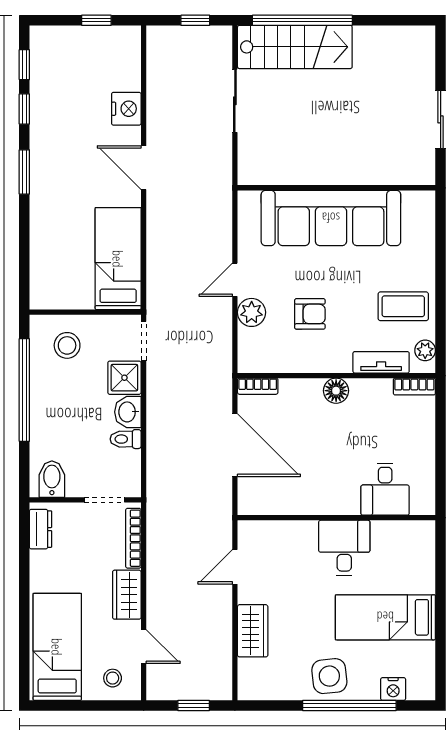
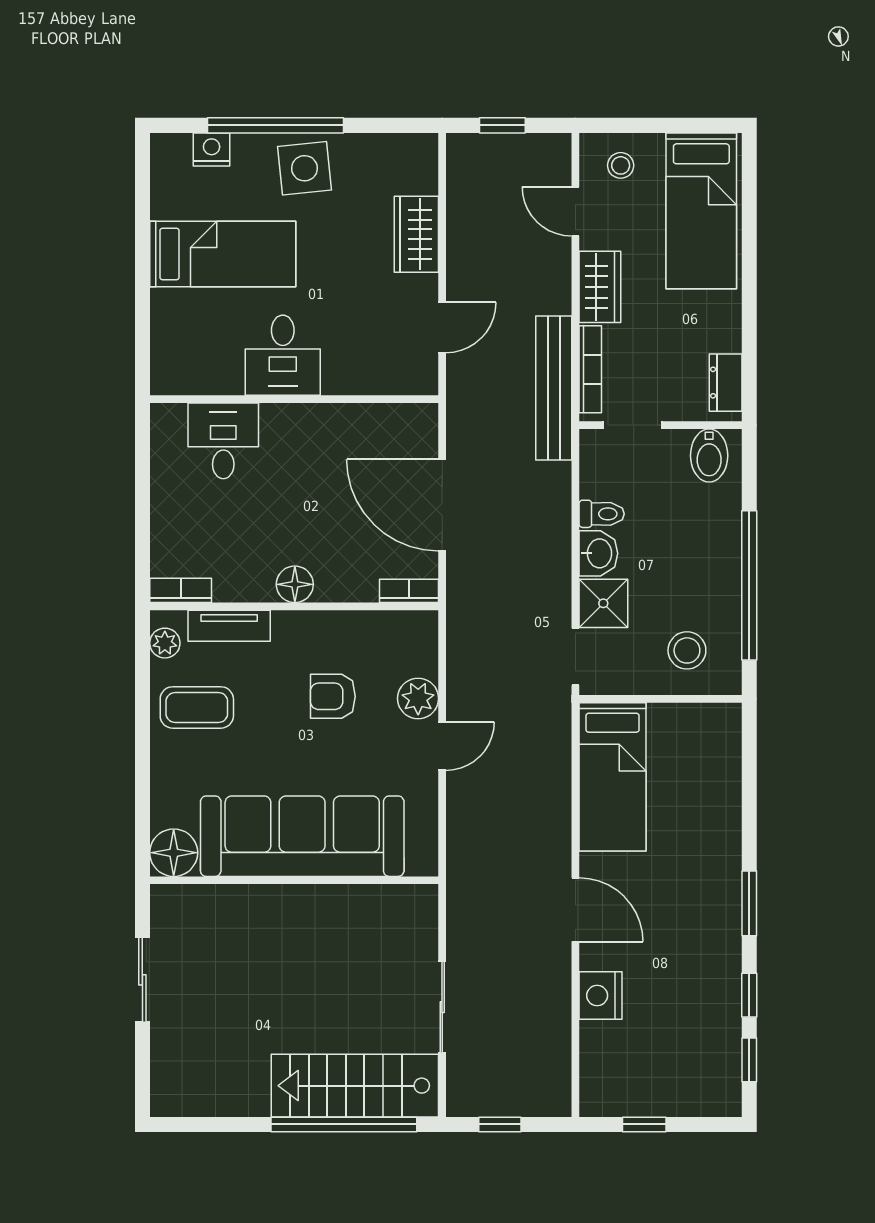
floor lamp: (419, 207) -> (174, 853), added
bench: (158, 525) -> (554, 388), added

